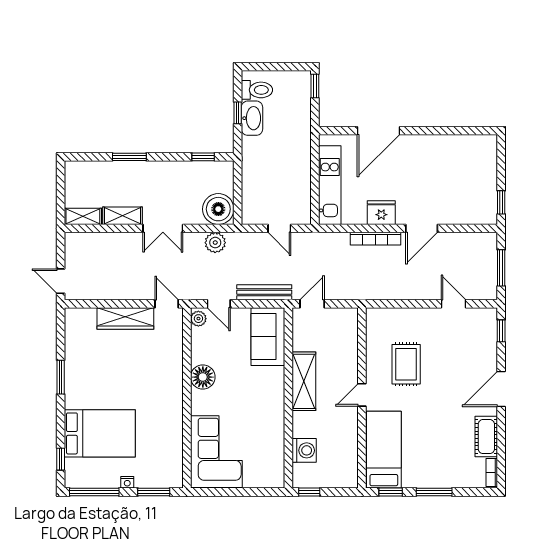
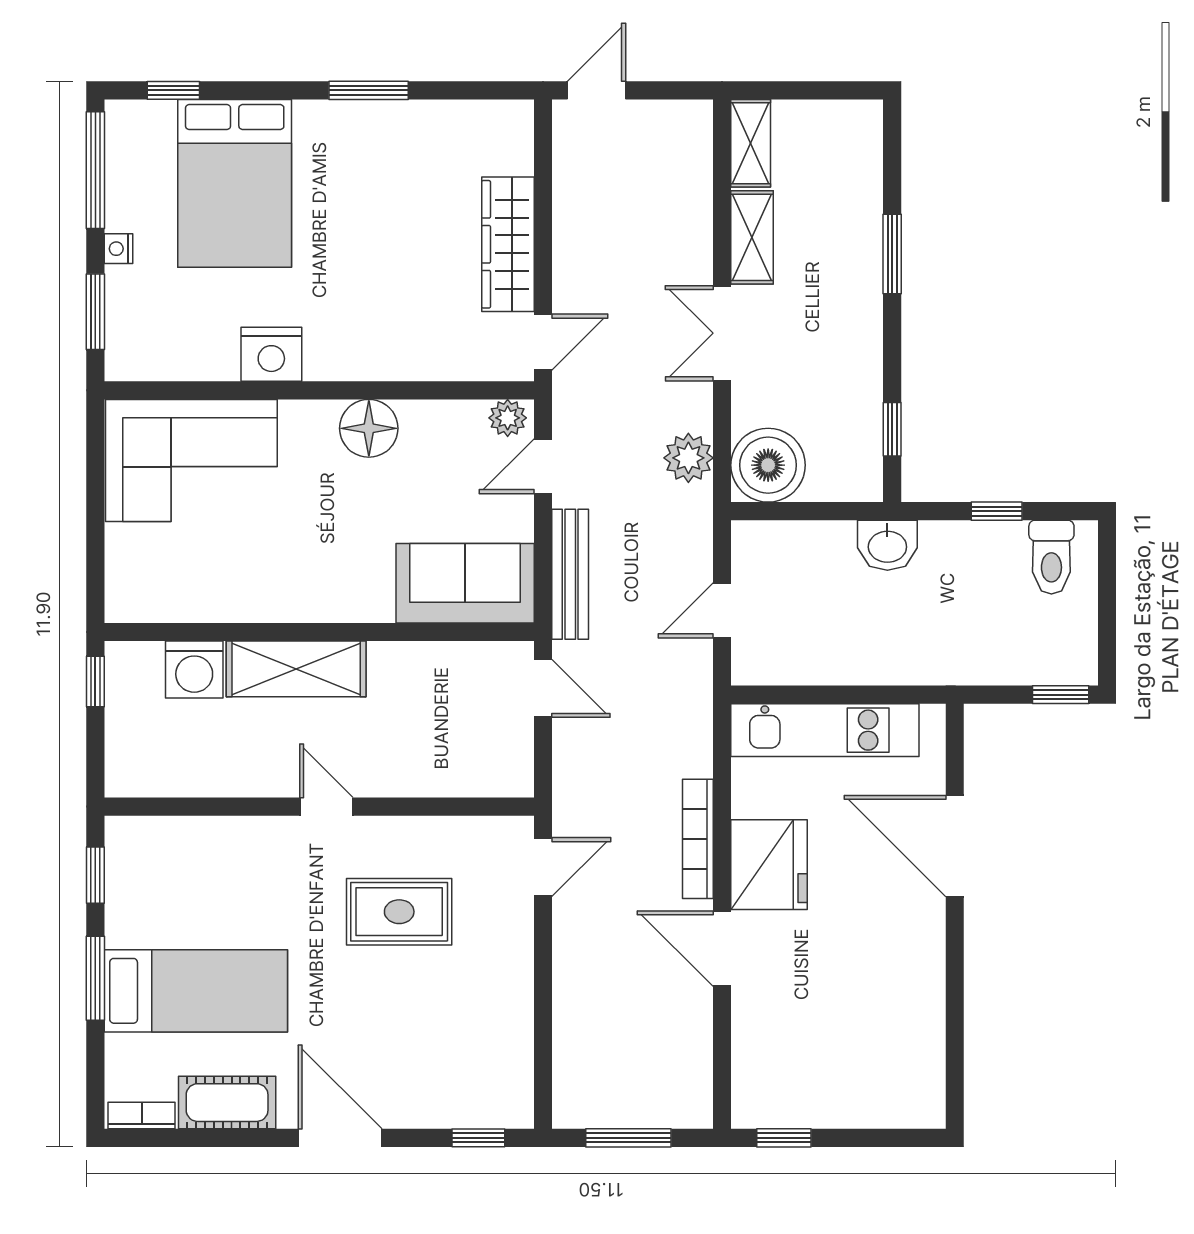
washbasin: (252, 118) -> (887, 545), moved, width x0.72
fridge: (381, 213) -> (769, 865), width x1.36, depth x1.34
door: (454, 304) -> (543, 867), moved
shelving: (304, 381) -> (296, 669), moved
nightstand: (172, 418) -> (271, 354), added
bed: (384, 450) -> (196, 991), moved

